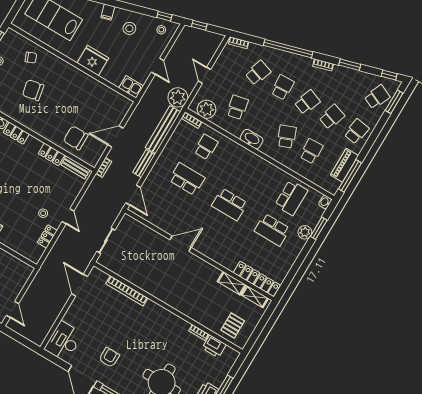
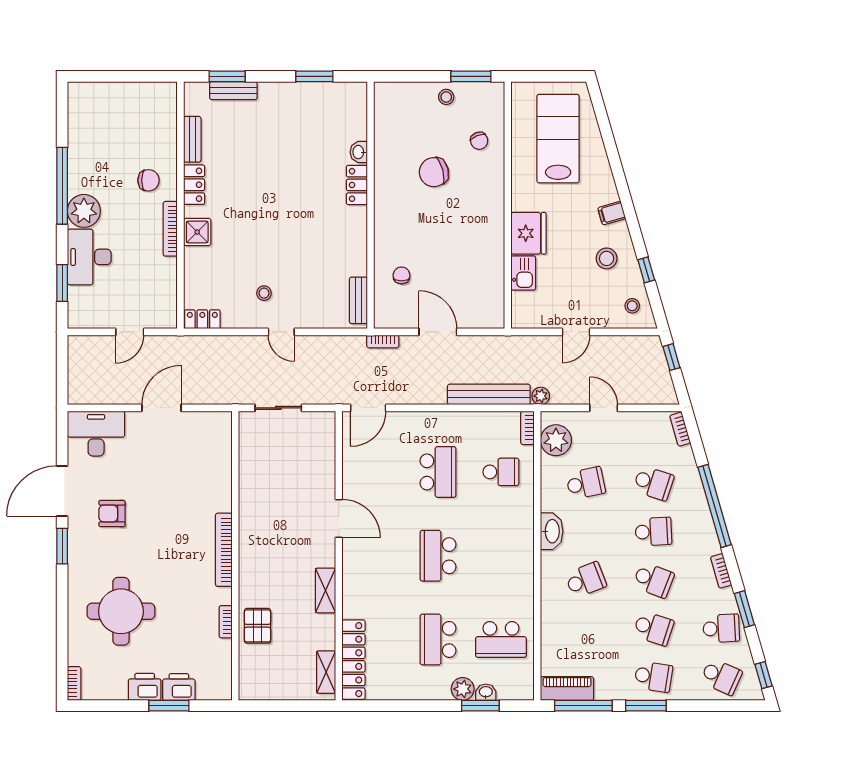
window: (164, 16) -> (646, 270), moved
door: (205, 75) -> (604, 408), hinge flipped
kitchen sink: (131, 87) -> (523, 273), moved
chair: (33, 90) -> (434, 172), turned -94
plant: (178, 97) -> (541, 396), width x0.53, depth x0.53
window: (394, 102) -> (646, 706), moved
chair: (76, 138) -> (402, 275), width x0.54, depth x0.54
school desk: (311, 151) -> (721, 628), moved
locker: (51, 154) -> (357, 254), removed
bench: (144, 164) -> (423, 396), removed
piano: (344, 165) -> (567, 688), moved
washbasin: (325, 202) -> (486, 692), moved
door: (68, 216) -> (281, 332), hinge flipped
locker: (47, 236) -> (202, 319), moved
shelving: (232, 283) -> (326, 590), moved
door: (79, 285) -> (161, 408), moved
bookcase: (127, 291) -> (224, 550), moved
door: (13, 309) -> (130, 332), moved
pallet: (233, 326) -> (257, 626), moved, turned 90
printer: (214, 346) -> (179, 687), moved, turned 90
armchair: (109, 358) -> (112, 513), turned 180

